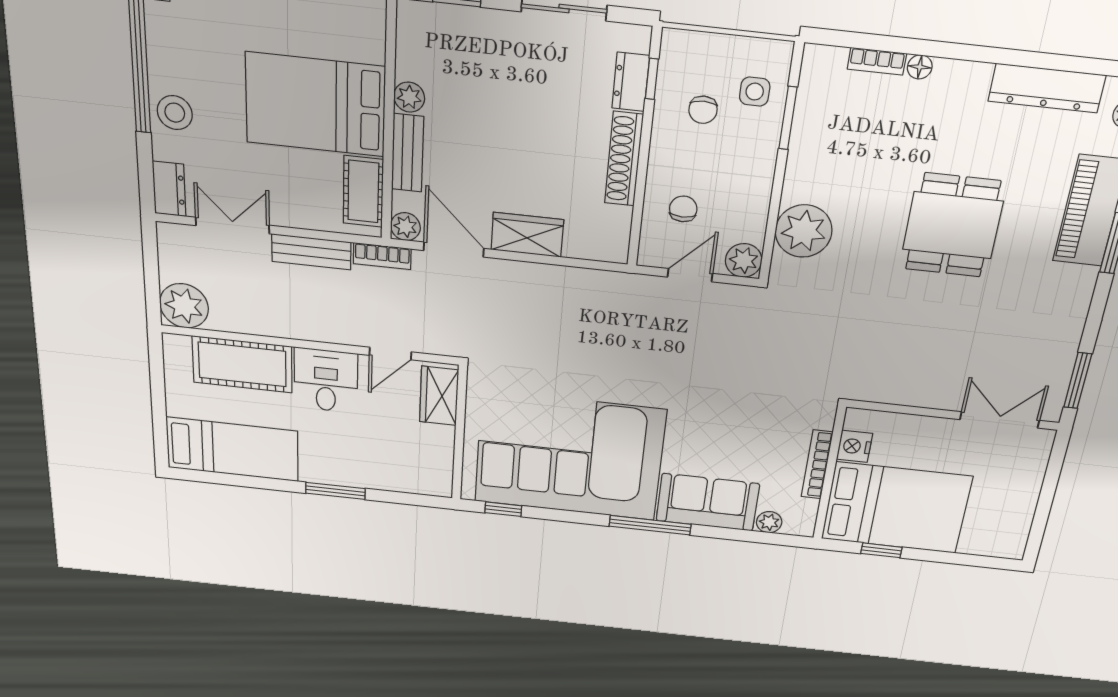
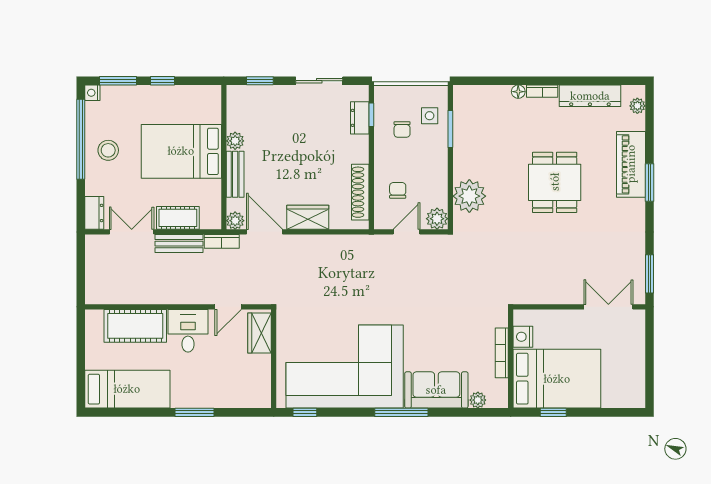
bookcase: (877, 61) -> (542, 91), moved
stool: (175, 113) -> (108, 150), moved
shoe rack: (624, 159) -> (360, 192), moved
cot: (363, 192) -> (178, 218), moved, turned 90
plant: (184, 306) -> (100, 289), removed

